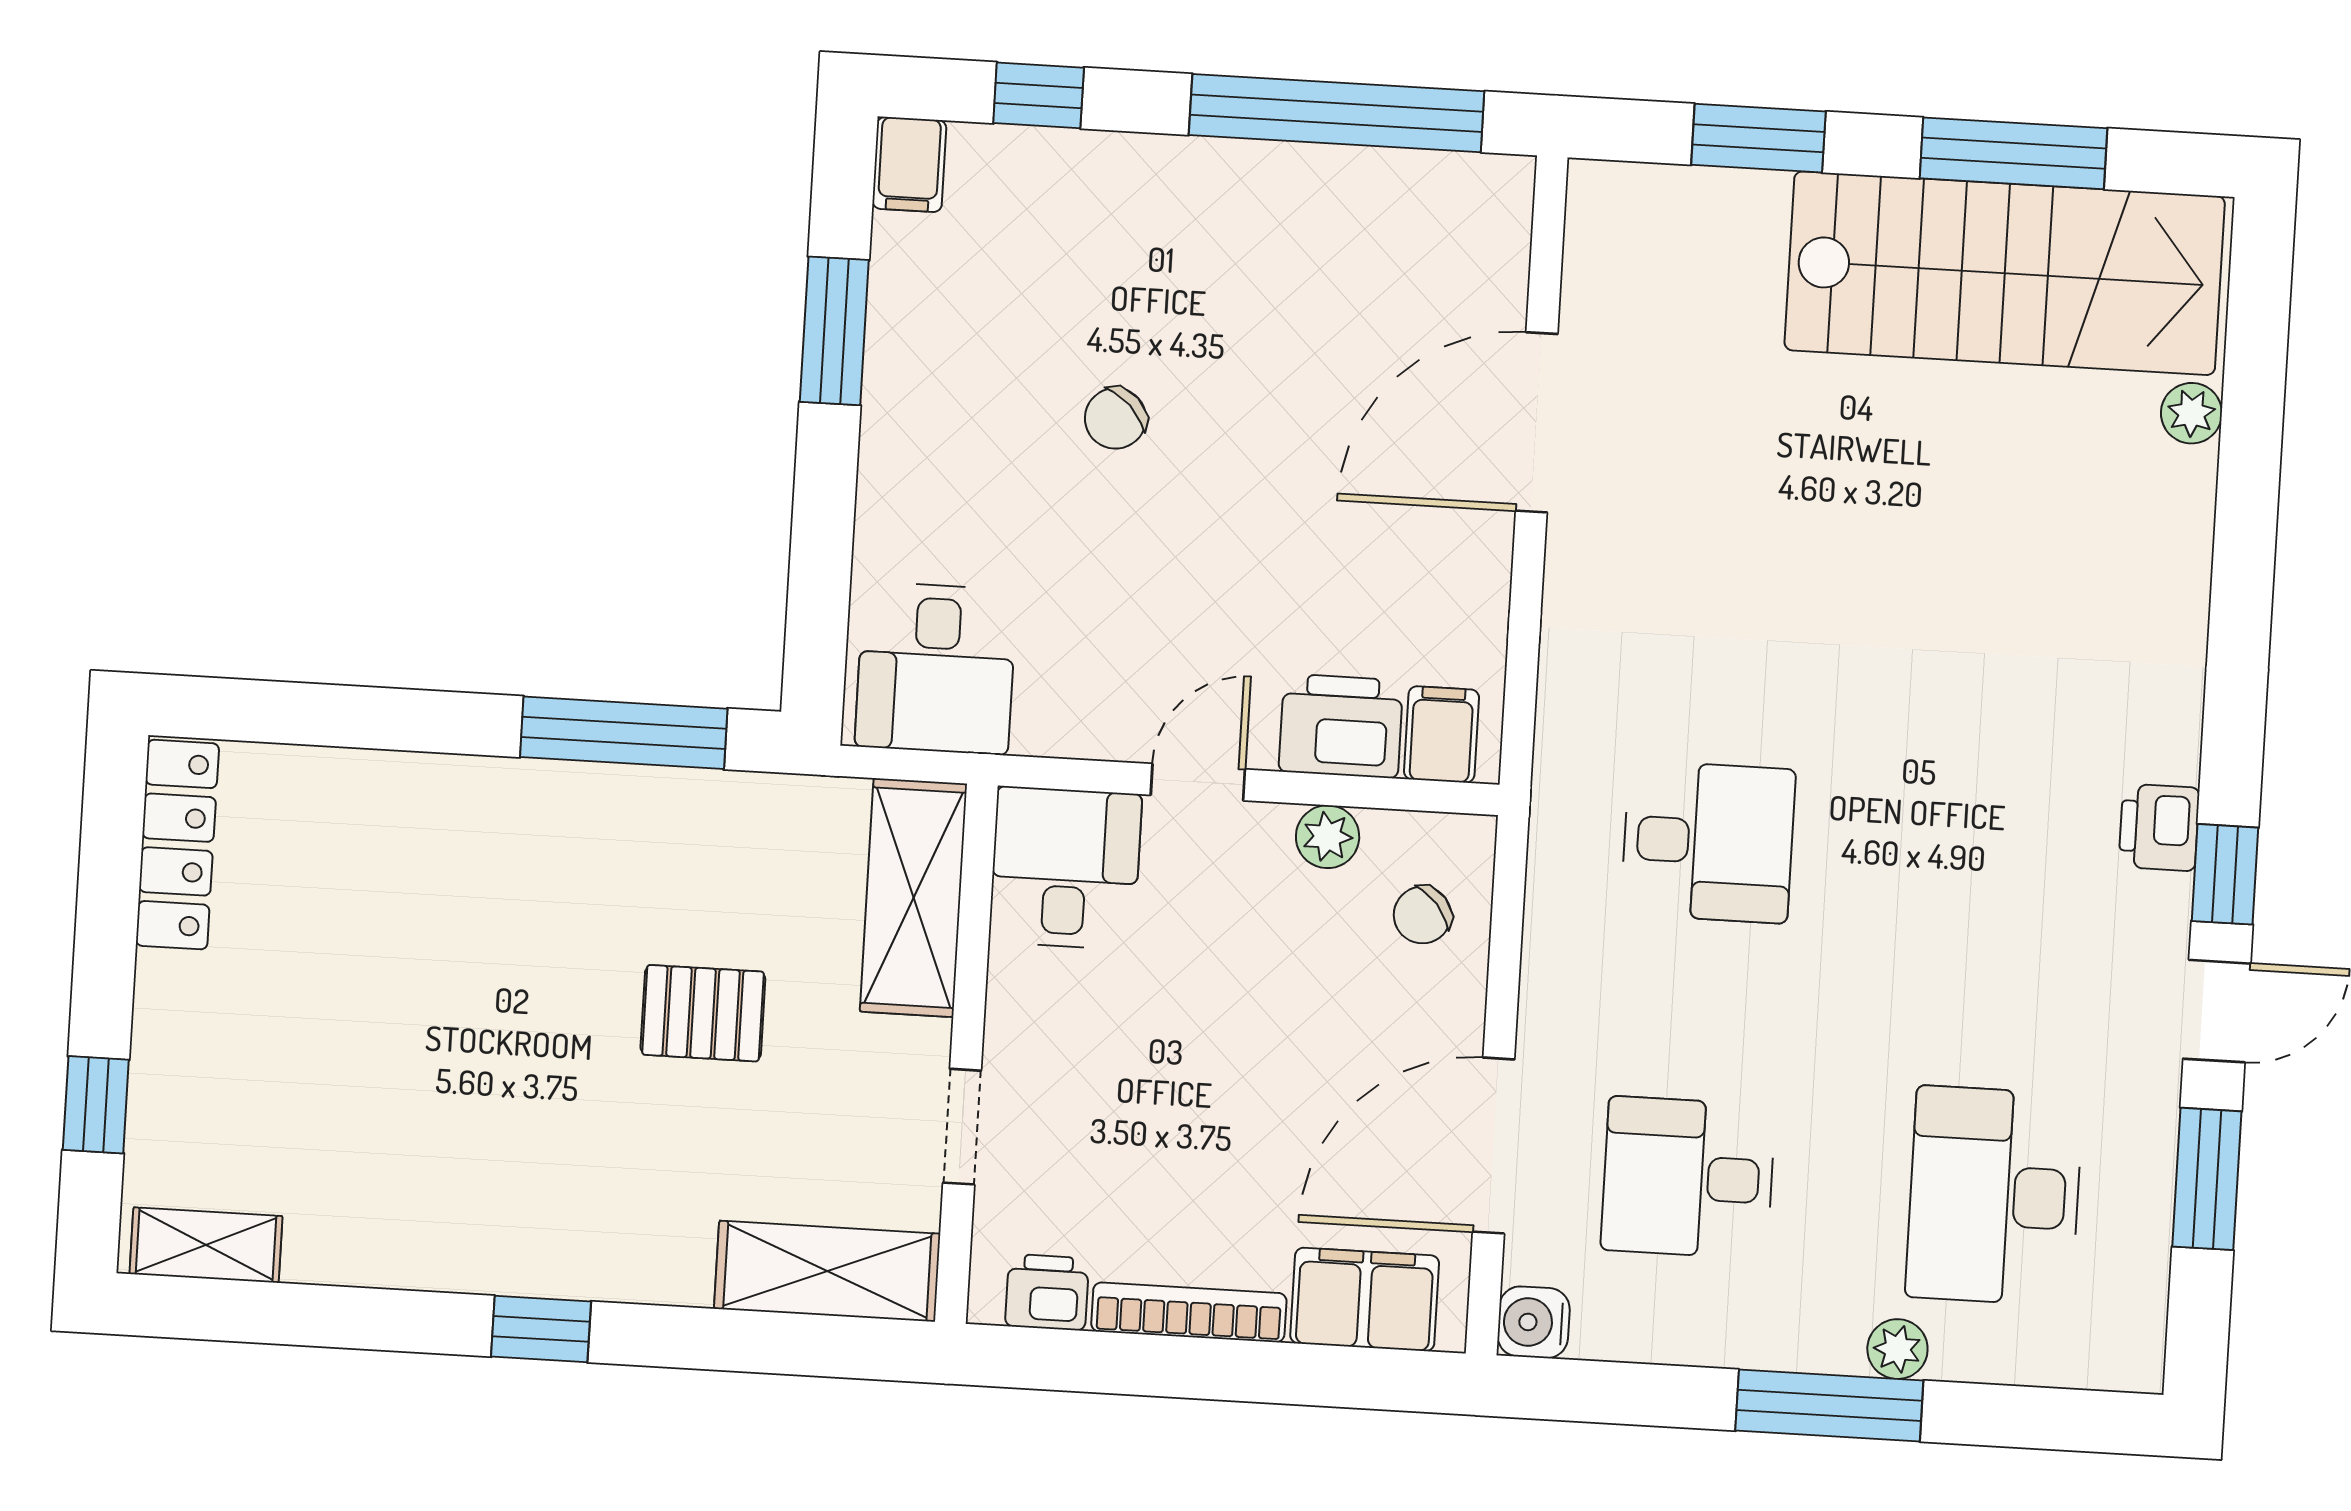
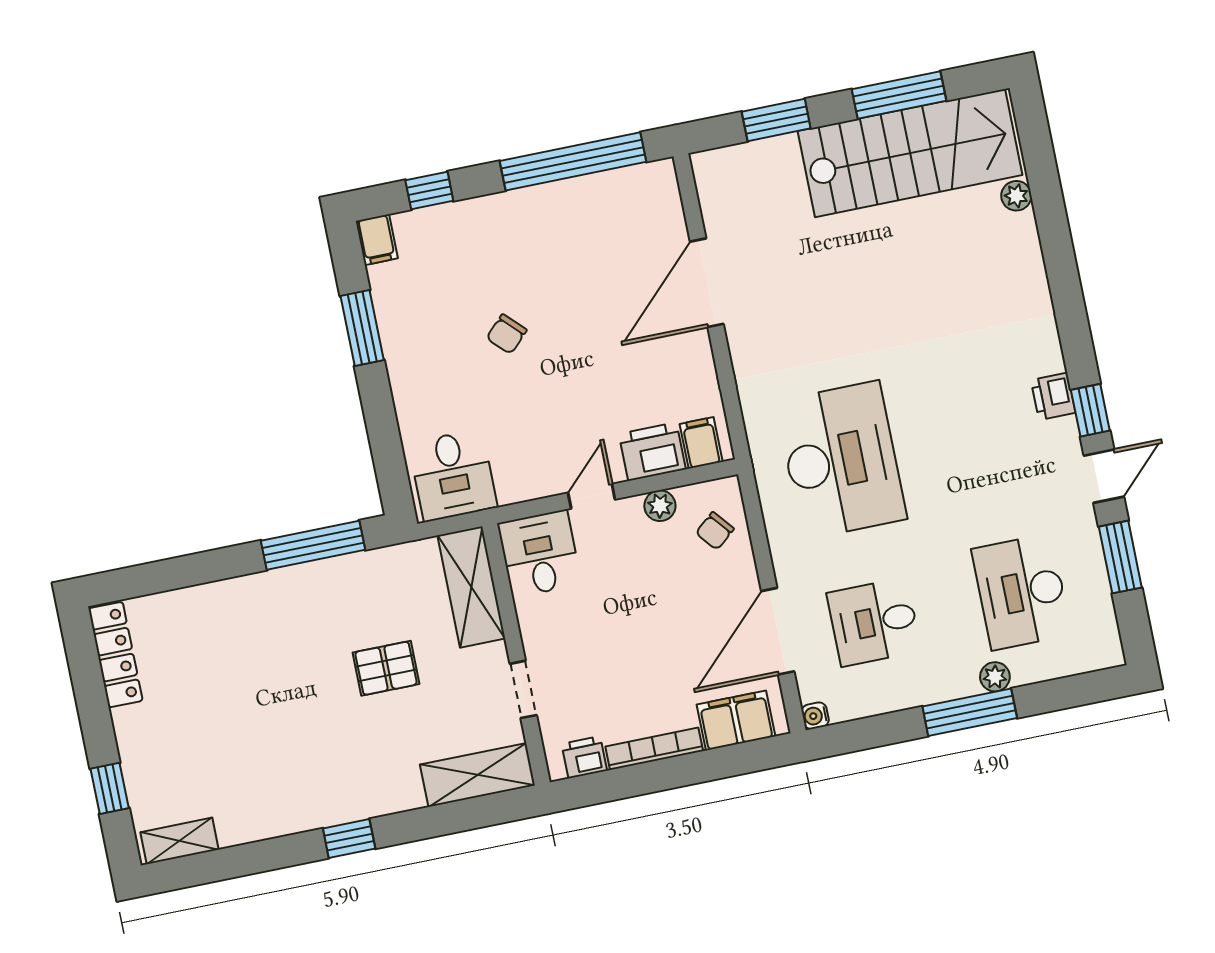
desk: (1708, 842) -> (841, 460), width x1.87, depth x1.30
water cooler: (1534, 1322) -> (815, 716), width x0.72, depth x0.72

